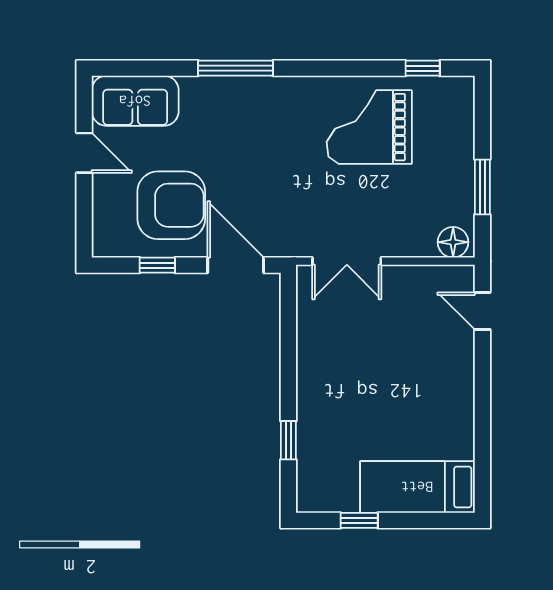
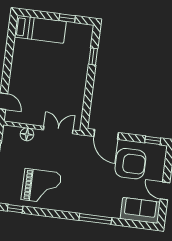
armchair: (171, 205) -> (130, 164), turned 180
floor lamp: (453, 242) -> (27, 134), moved
window: (157, 265) -> (153, 140), moved

